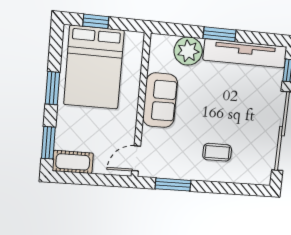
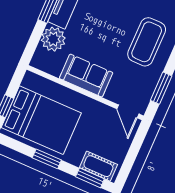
coffee table: (217, 152) -> (147, 42), width x1.86, depth x1.72
cot: (73, 162) -> (98, 166), moved, turned 90

